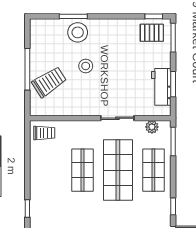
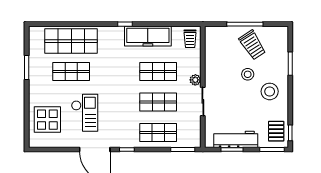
stool: (78, 32) -> (270, 91), moved
trolley: (49, 82) -> (252, 45), moved
workbench: (161, 87) -> (236, 139), width x1.38
plant: (152, 127) -> (195, 80), moved
shop shelf: (118, 170) -> (158, 102), width x0.70, depth x0.74
freezer: (41, 182) -> (148, 36), added

